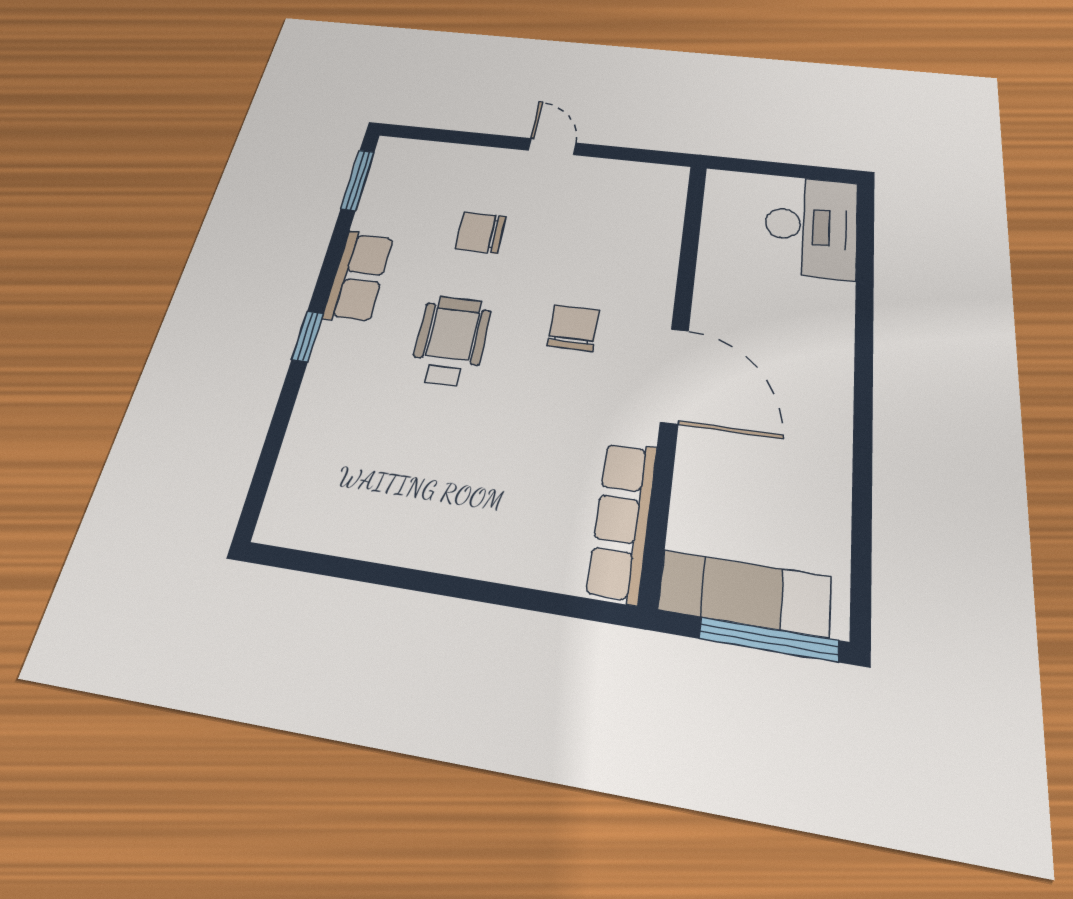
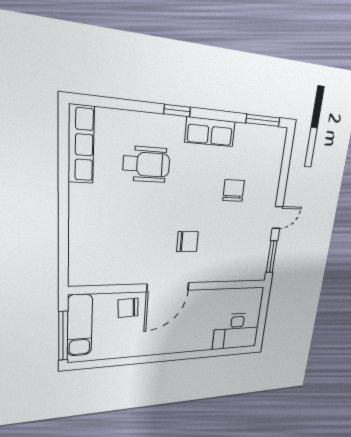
window: (637, 155) -> (272, 257), added
wheelchair: (451, 341) -> (146, 164), moved
chair: (714, 471) -> (128, 308), added
row of seats: (622, 520) -> (81, 145), moved, turned 90

